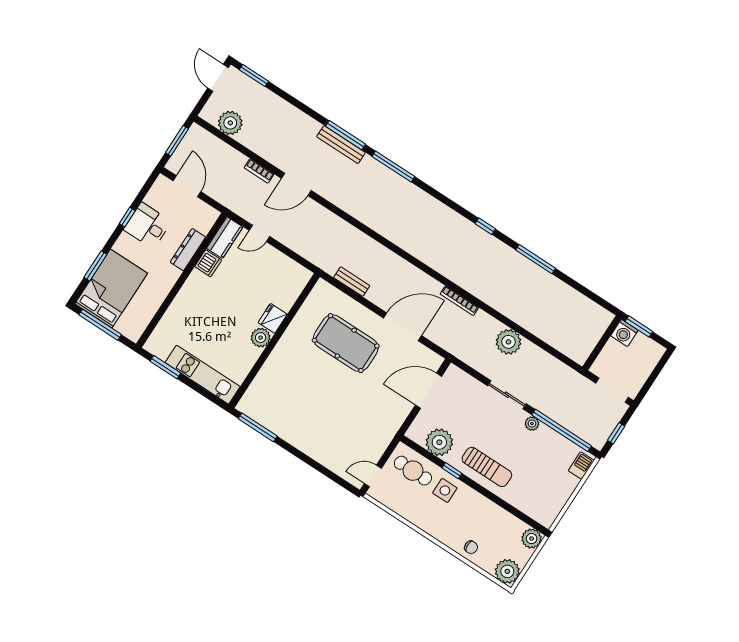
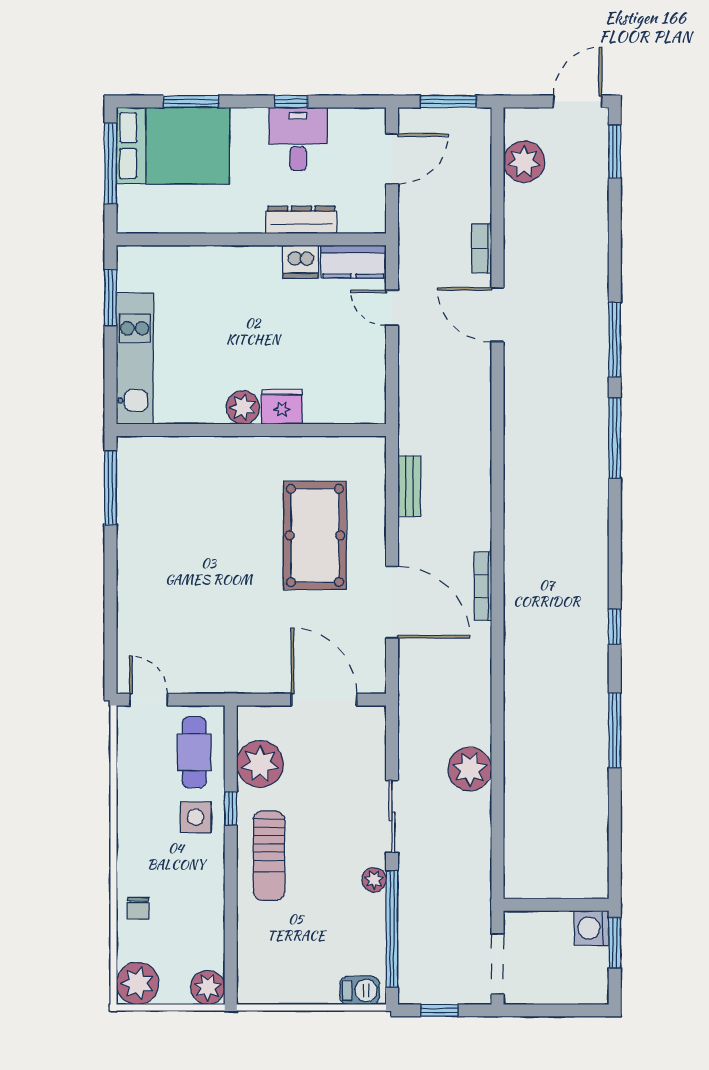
bench: (341, 145) -> (597, 342), removed
bookcase: (459, 301) -> (483, 586), moved

